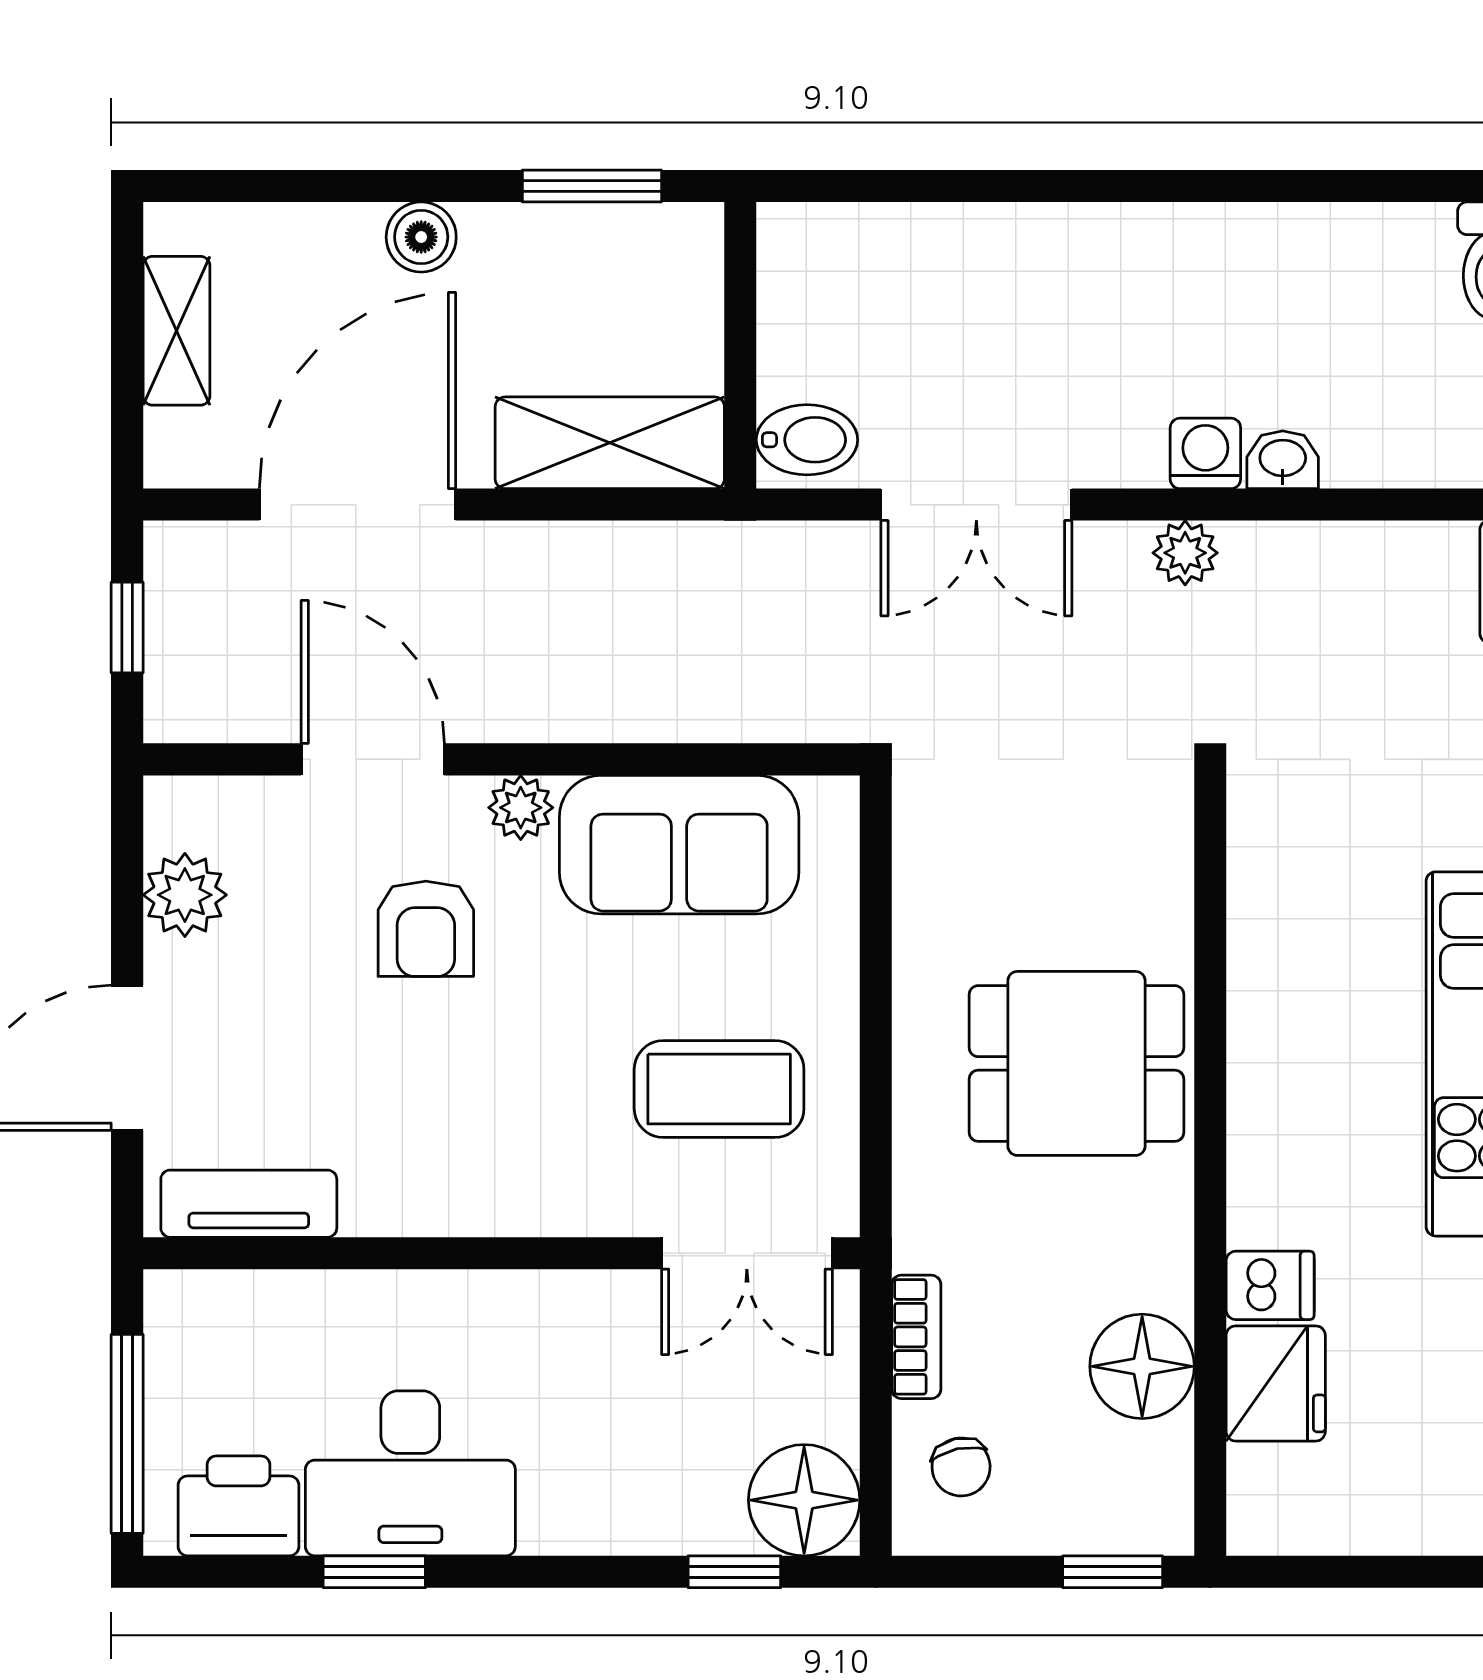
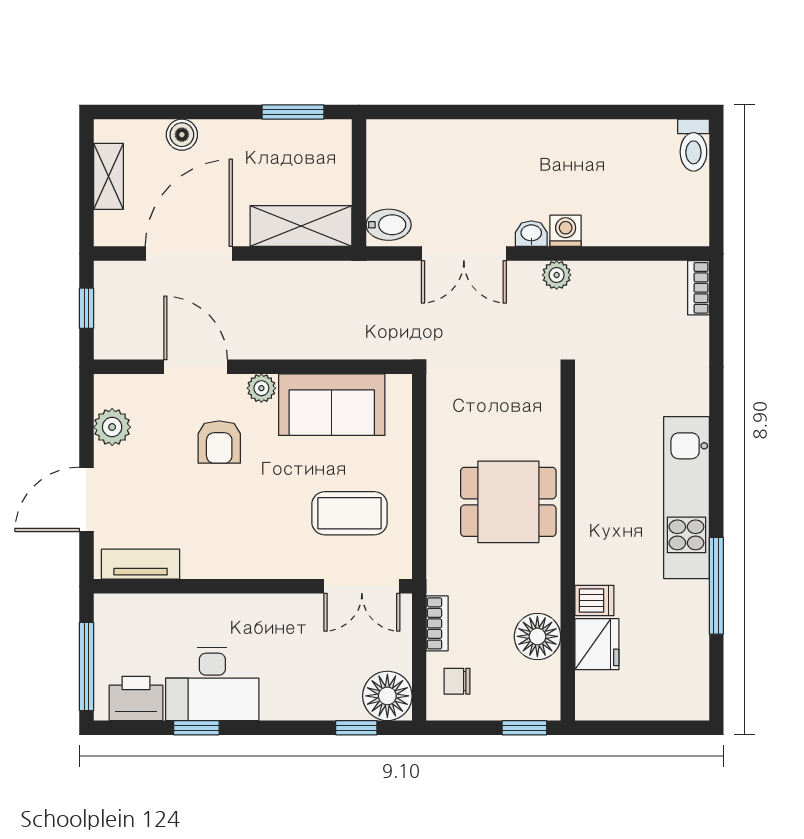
boiler: (421, 237) -> (182, 135), moved
washbasin: (1283, 460) -> (531, 234), moved
chair: (961, 1467) -> (457, 681), turned 102

